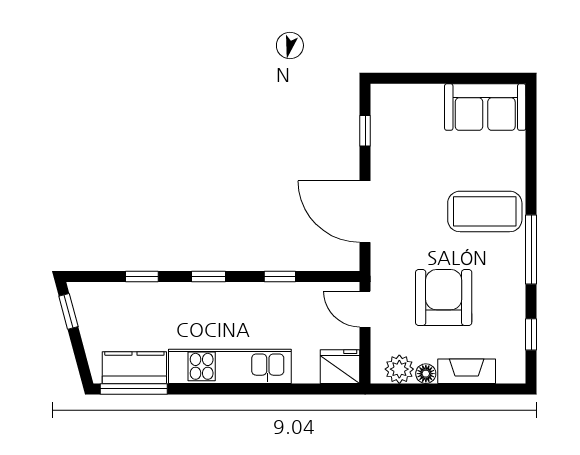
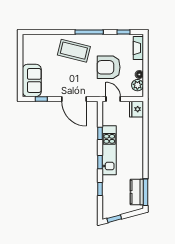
sofa: (485, 107) -> (32, 80), moved
coffee table: (485, 211) -> (74, 51), turned -76
door: (365, 212) -> (74, 99), hinge flipped
door: (365, 309) -> (113, 99), swing flipped
kitchen unit: (230, 366) -> (109, 150), moved, turned 180
fireplace: (467, 371) -> (138, 48), moved

